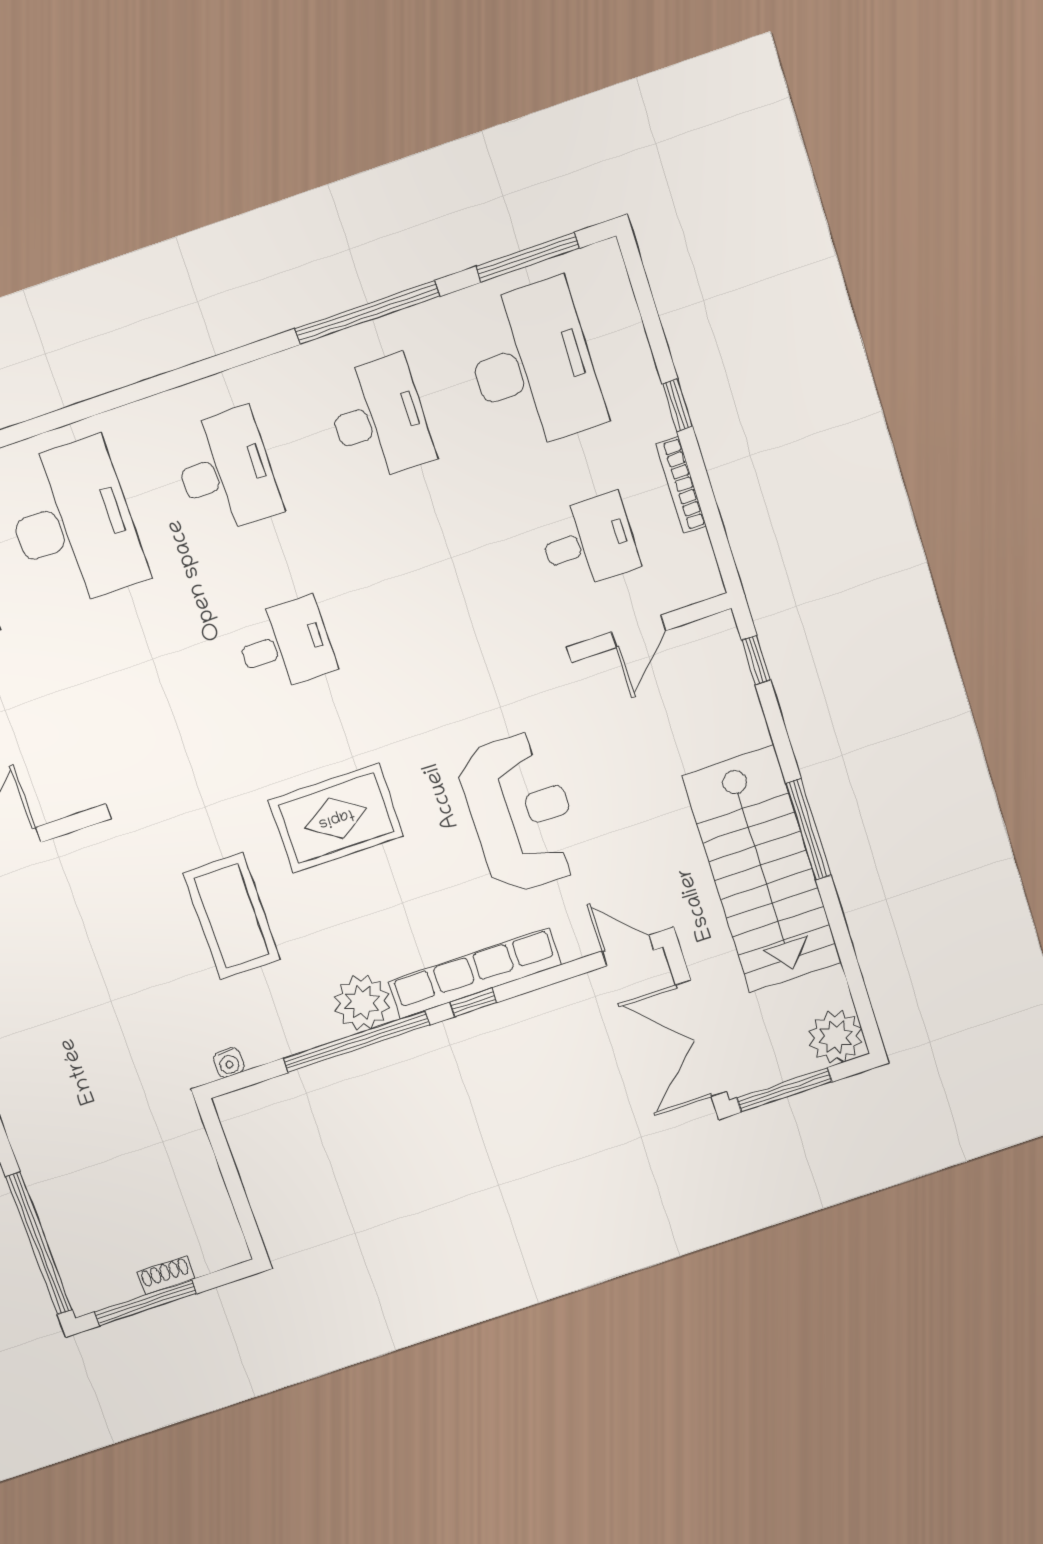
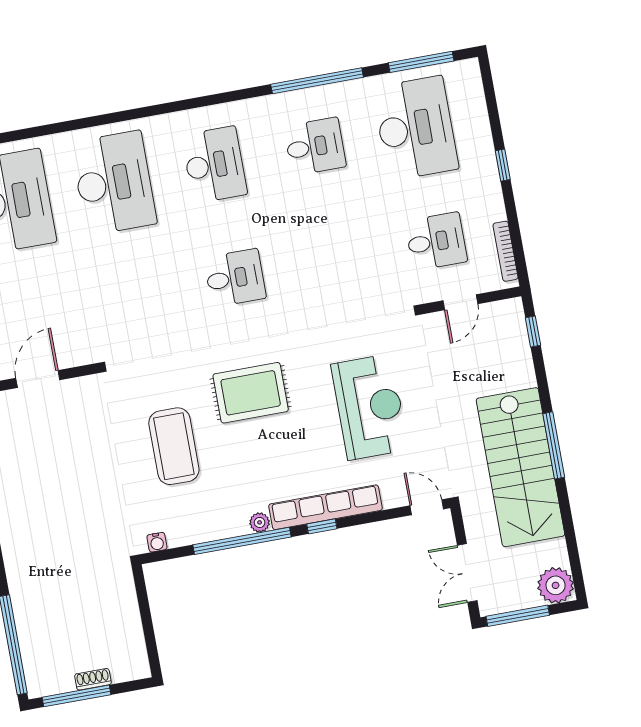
desk: (379, 419) -> (315, 146), width x0.73
bookcase: (681, 485) -> (506, 251), moved
plant: (362, 1002) -> (260, 522), width x0.53, depth x0.53
double door: (701, 1039) -> (467, 573), width x0.73

